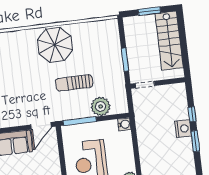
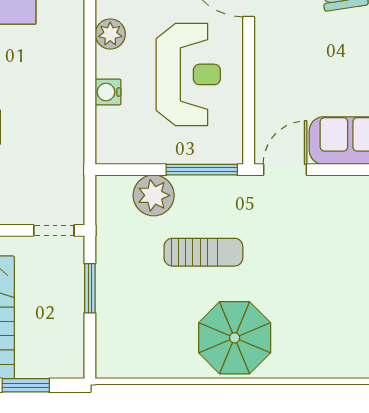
water cooler: (124, 124) -> (108, 92), moved

